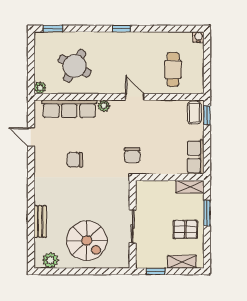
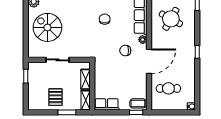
door: (135, 97) -> (149, 61), width x1.87
chair: (132, 155) -> (125, 51), moved
spiral stairs: (87, 241) -> (47, 27), turned 90
shelving: (182, 262) -> (86, 79), moved

